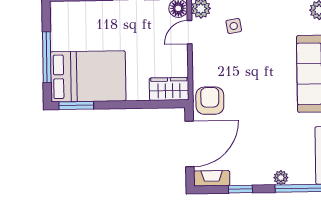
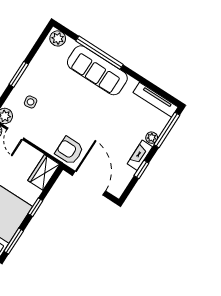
window: (127, 105) -> (35, 207), added
fireplace: (212, 178) -> (140, 155), moved

